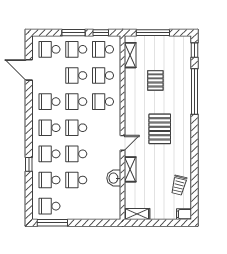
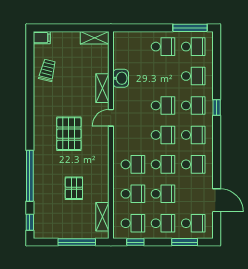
window: (73, 33) -> (185, 242), moved
window: (29, 164) -> (217, 108), moved
school desk: (76, 180) -> (163, 47), moved

